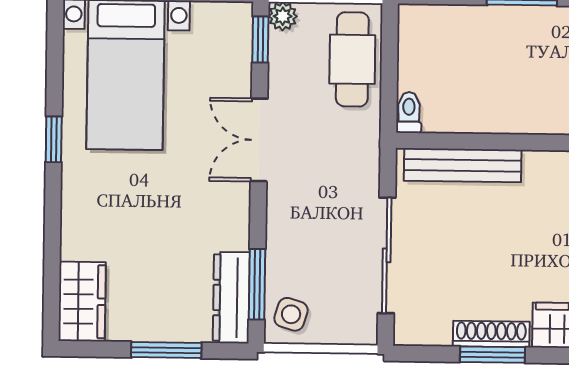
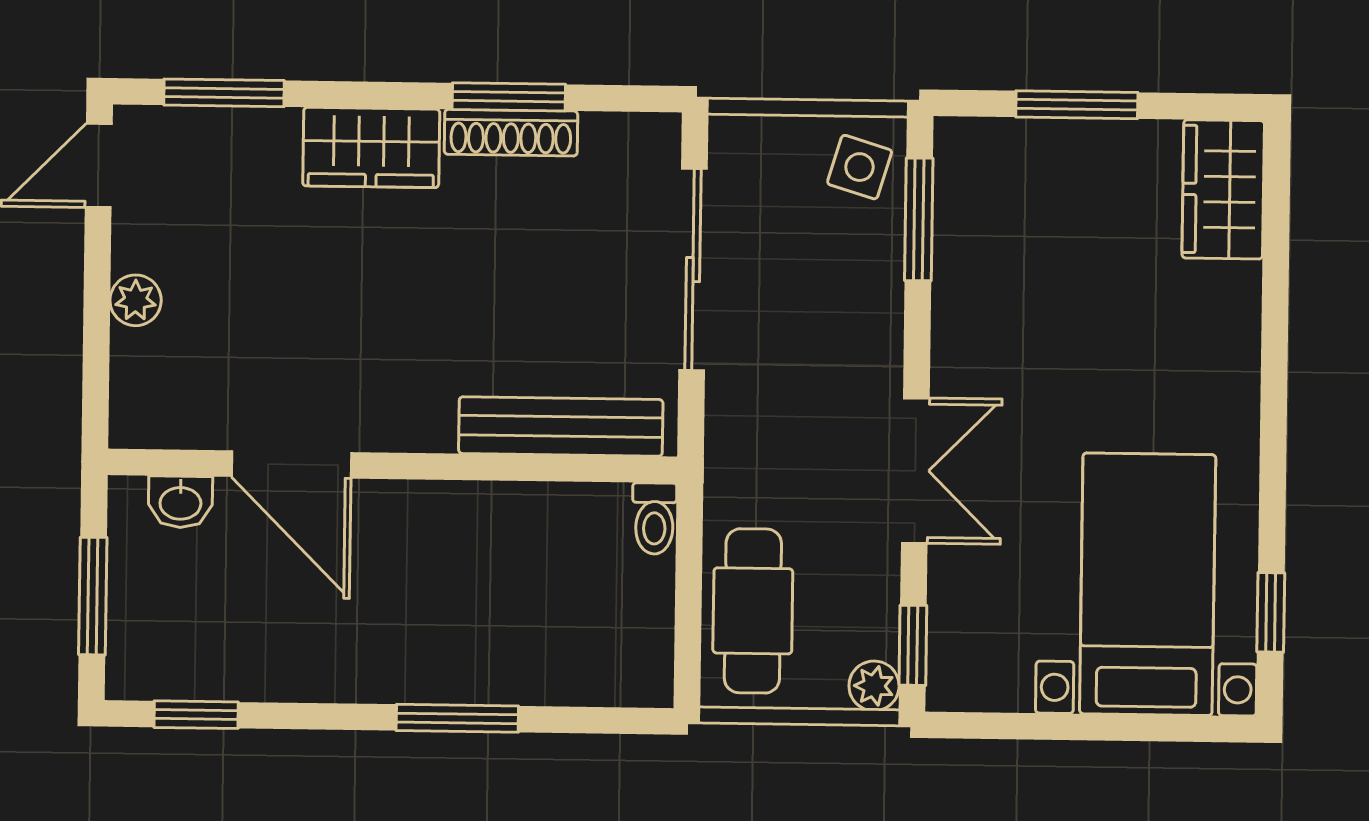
window: (54, 139) -> (1271, 612), moved
dresser: (231, 298) -> (963, 196), removed

